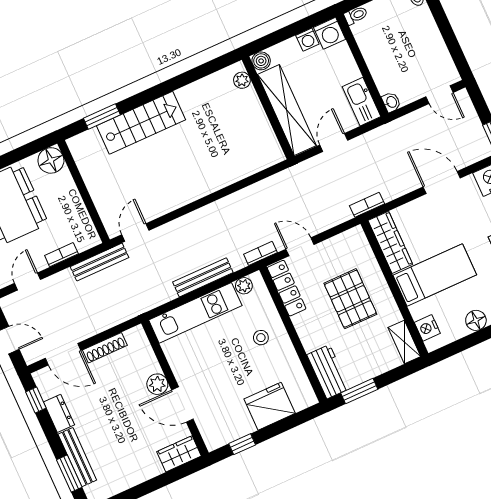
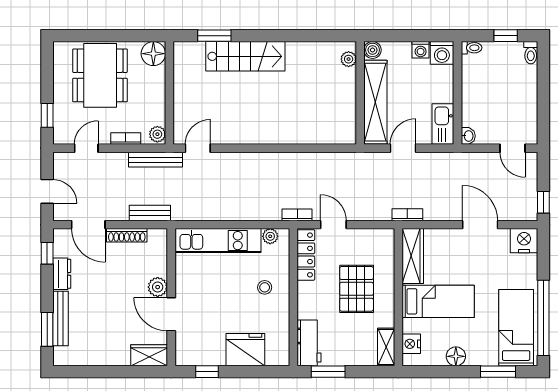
plant: (90, 237) -> (157, 134), added
bench: (203, 277) -> (150, 213), moved, width x0.73

